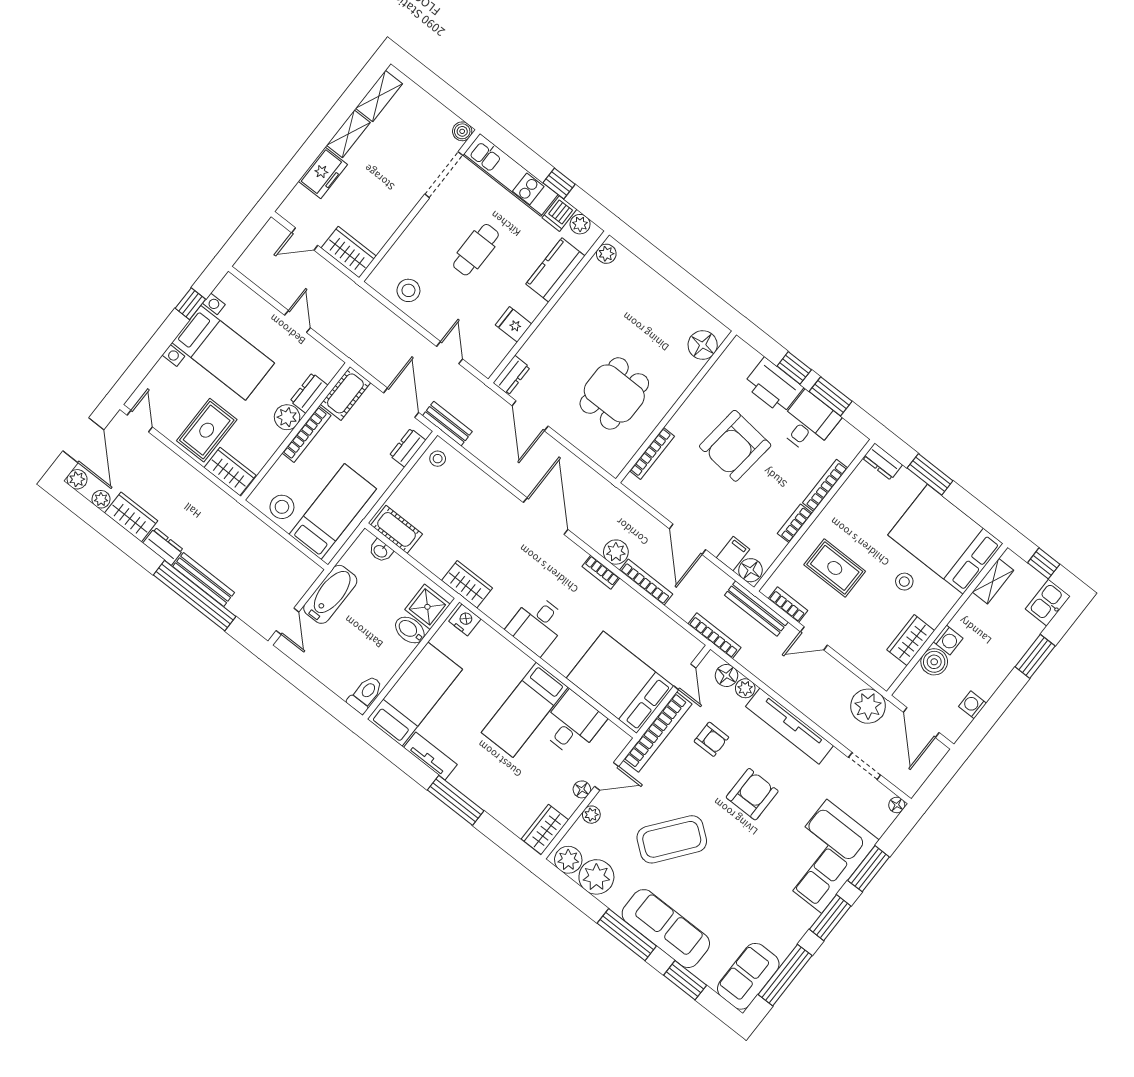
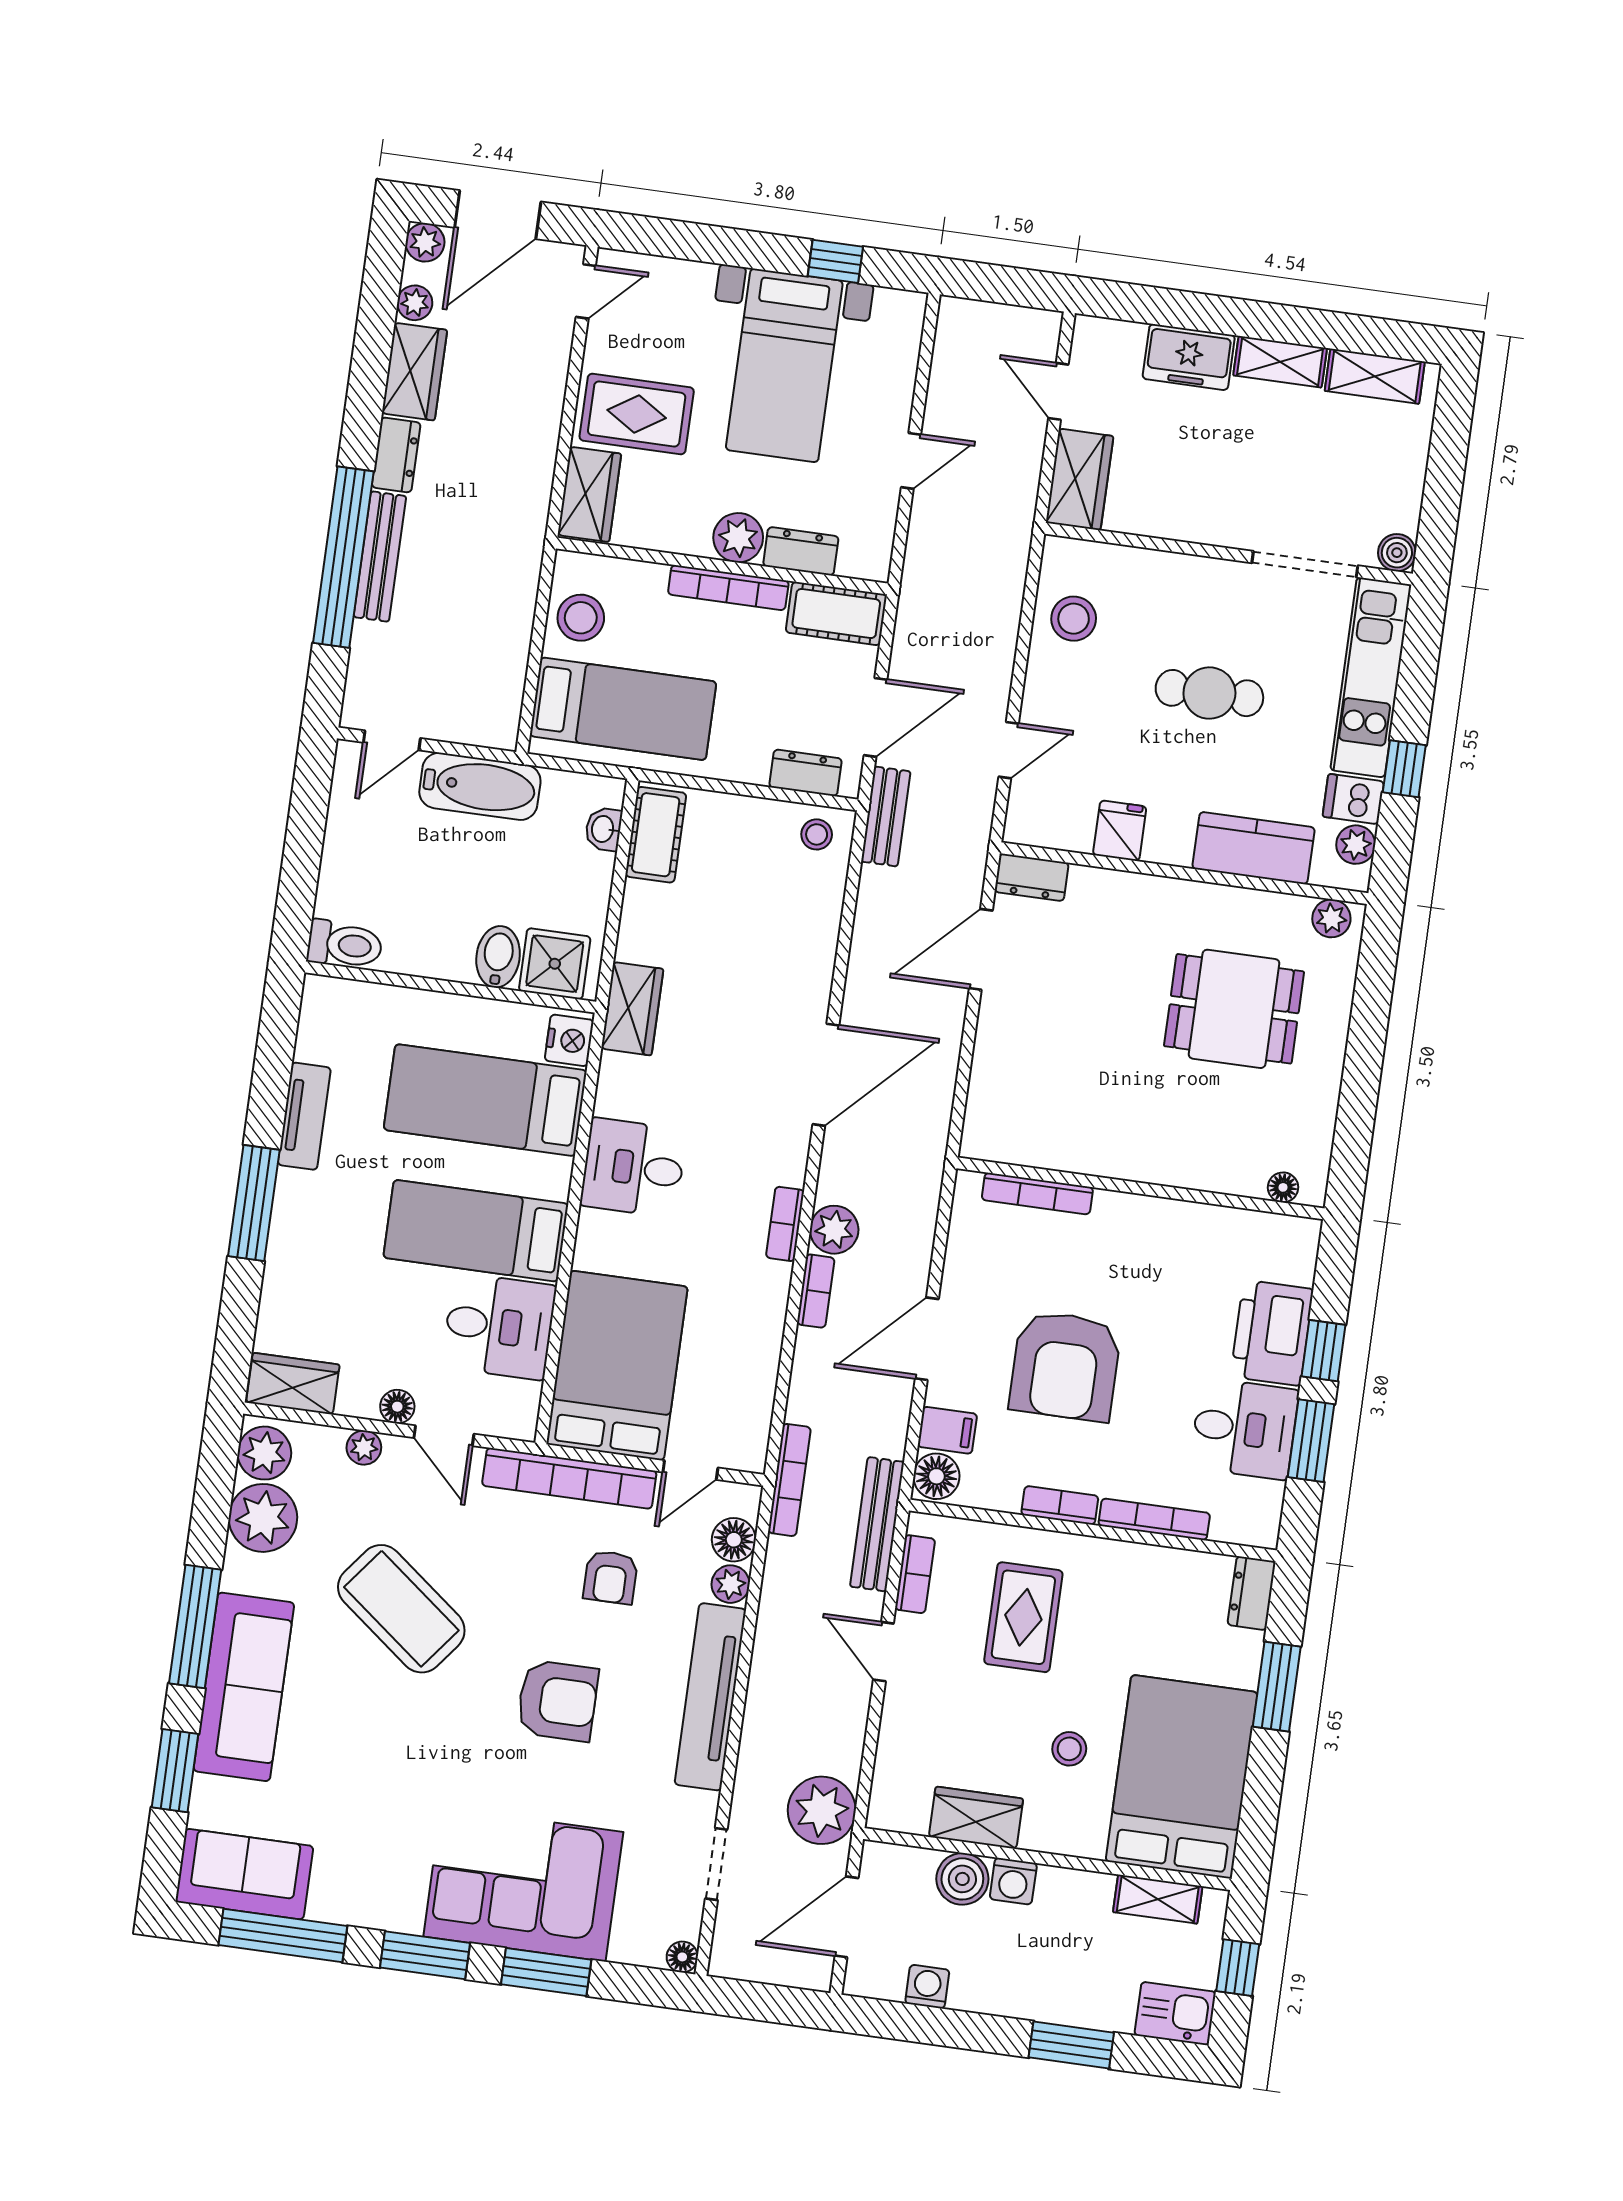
floor lamp: (703, 345) -> (1283, 1187), width x0.53, depth x0.53
dining table: (614, 393) -> (1234, 1009), moved
armchair: (735, 446) -> (1065, 1366), moved, turned -96
bookcase: (646, 582) -> (816, 1291), width x0.64
bed: (415, 694) -> (485, 1100), moved, turned 180

